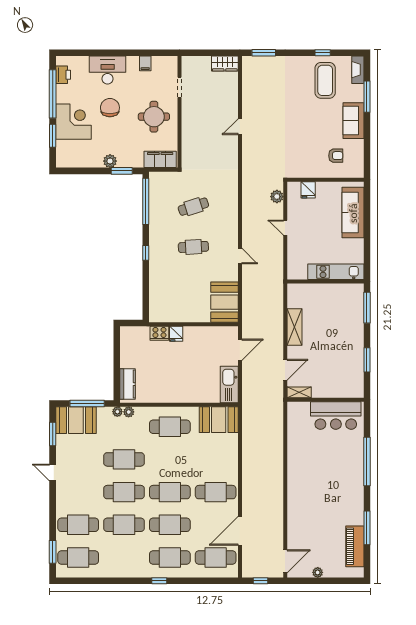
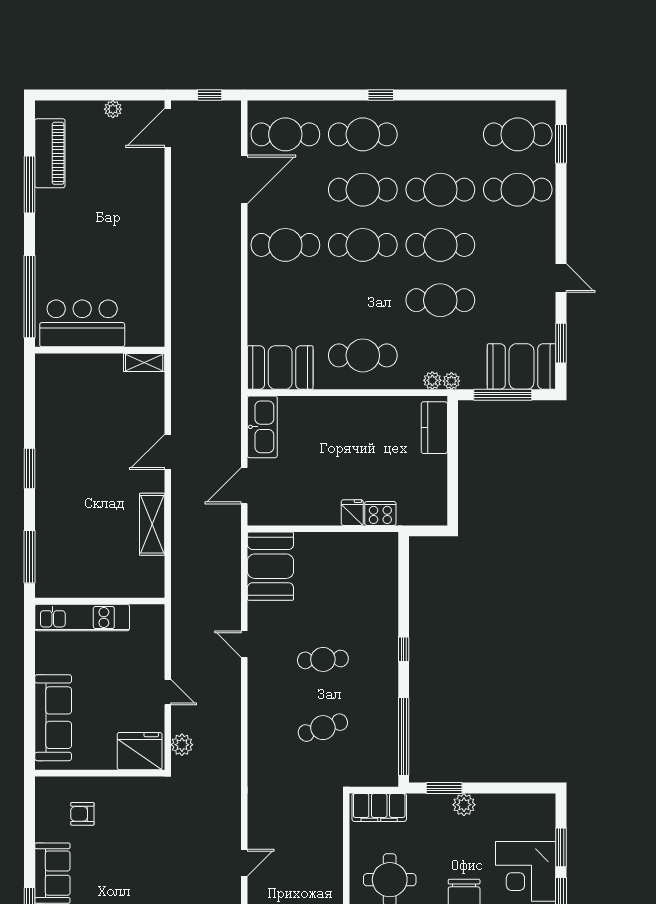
fridge: (308, 190) -> (140, 751), width x1.88, depth x1.34
shelving: (299, 392) -> (144, 363), moved
wall: (325, 400) -> (100, 350), moved
bar counter: (336, 416) -> (82, 323), moved

